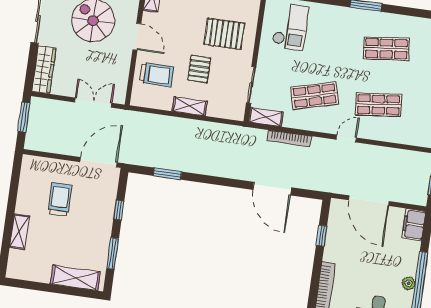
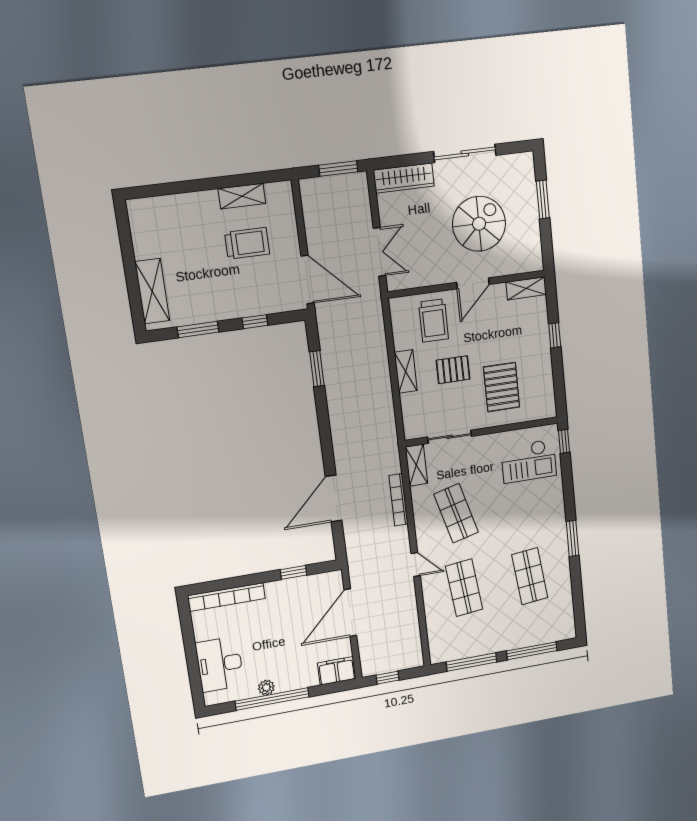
shelving: (19, 232) -> (242, 196), moved

